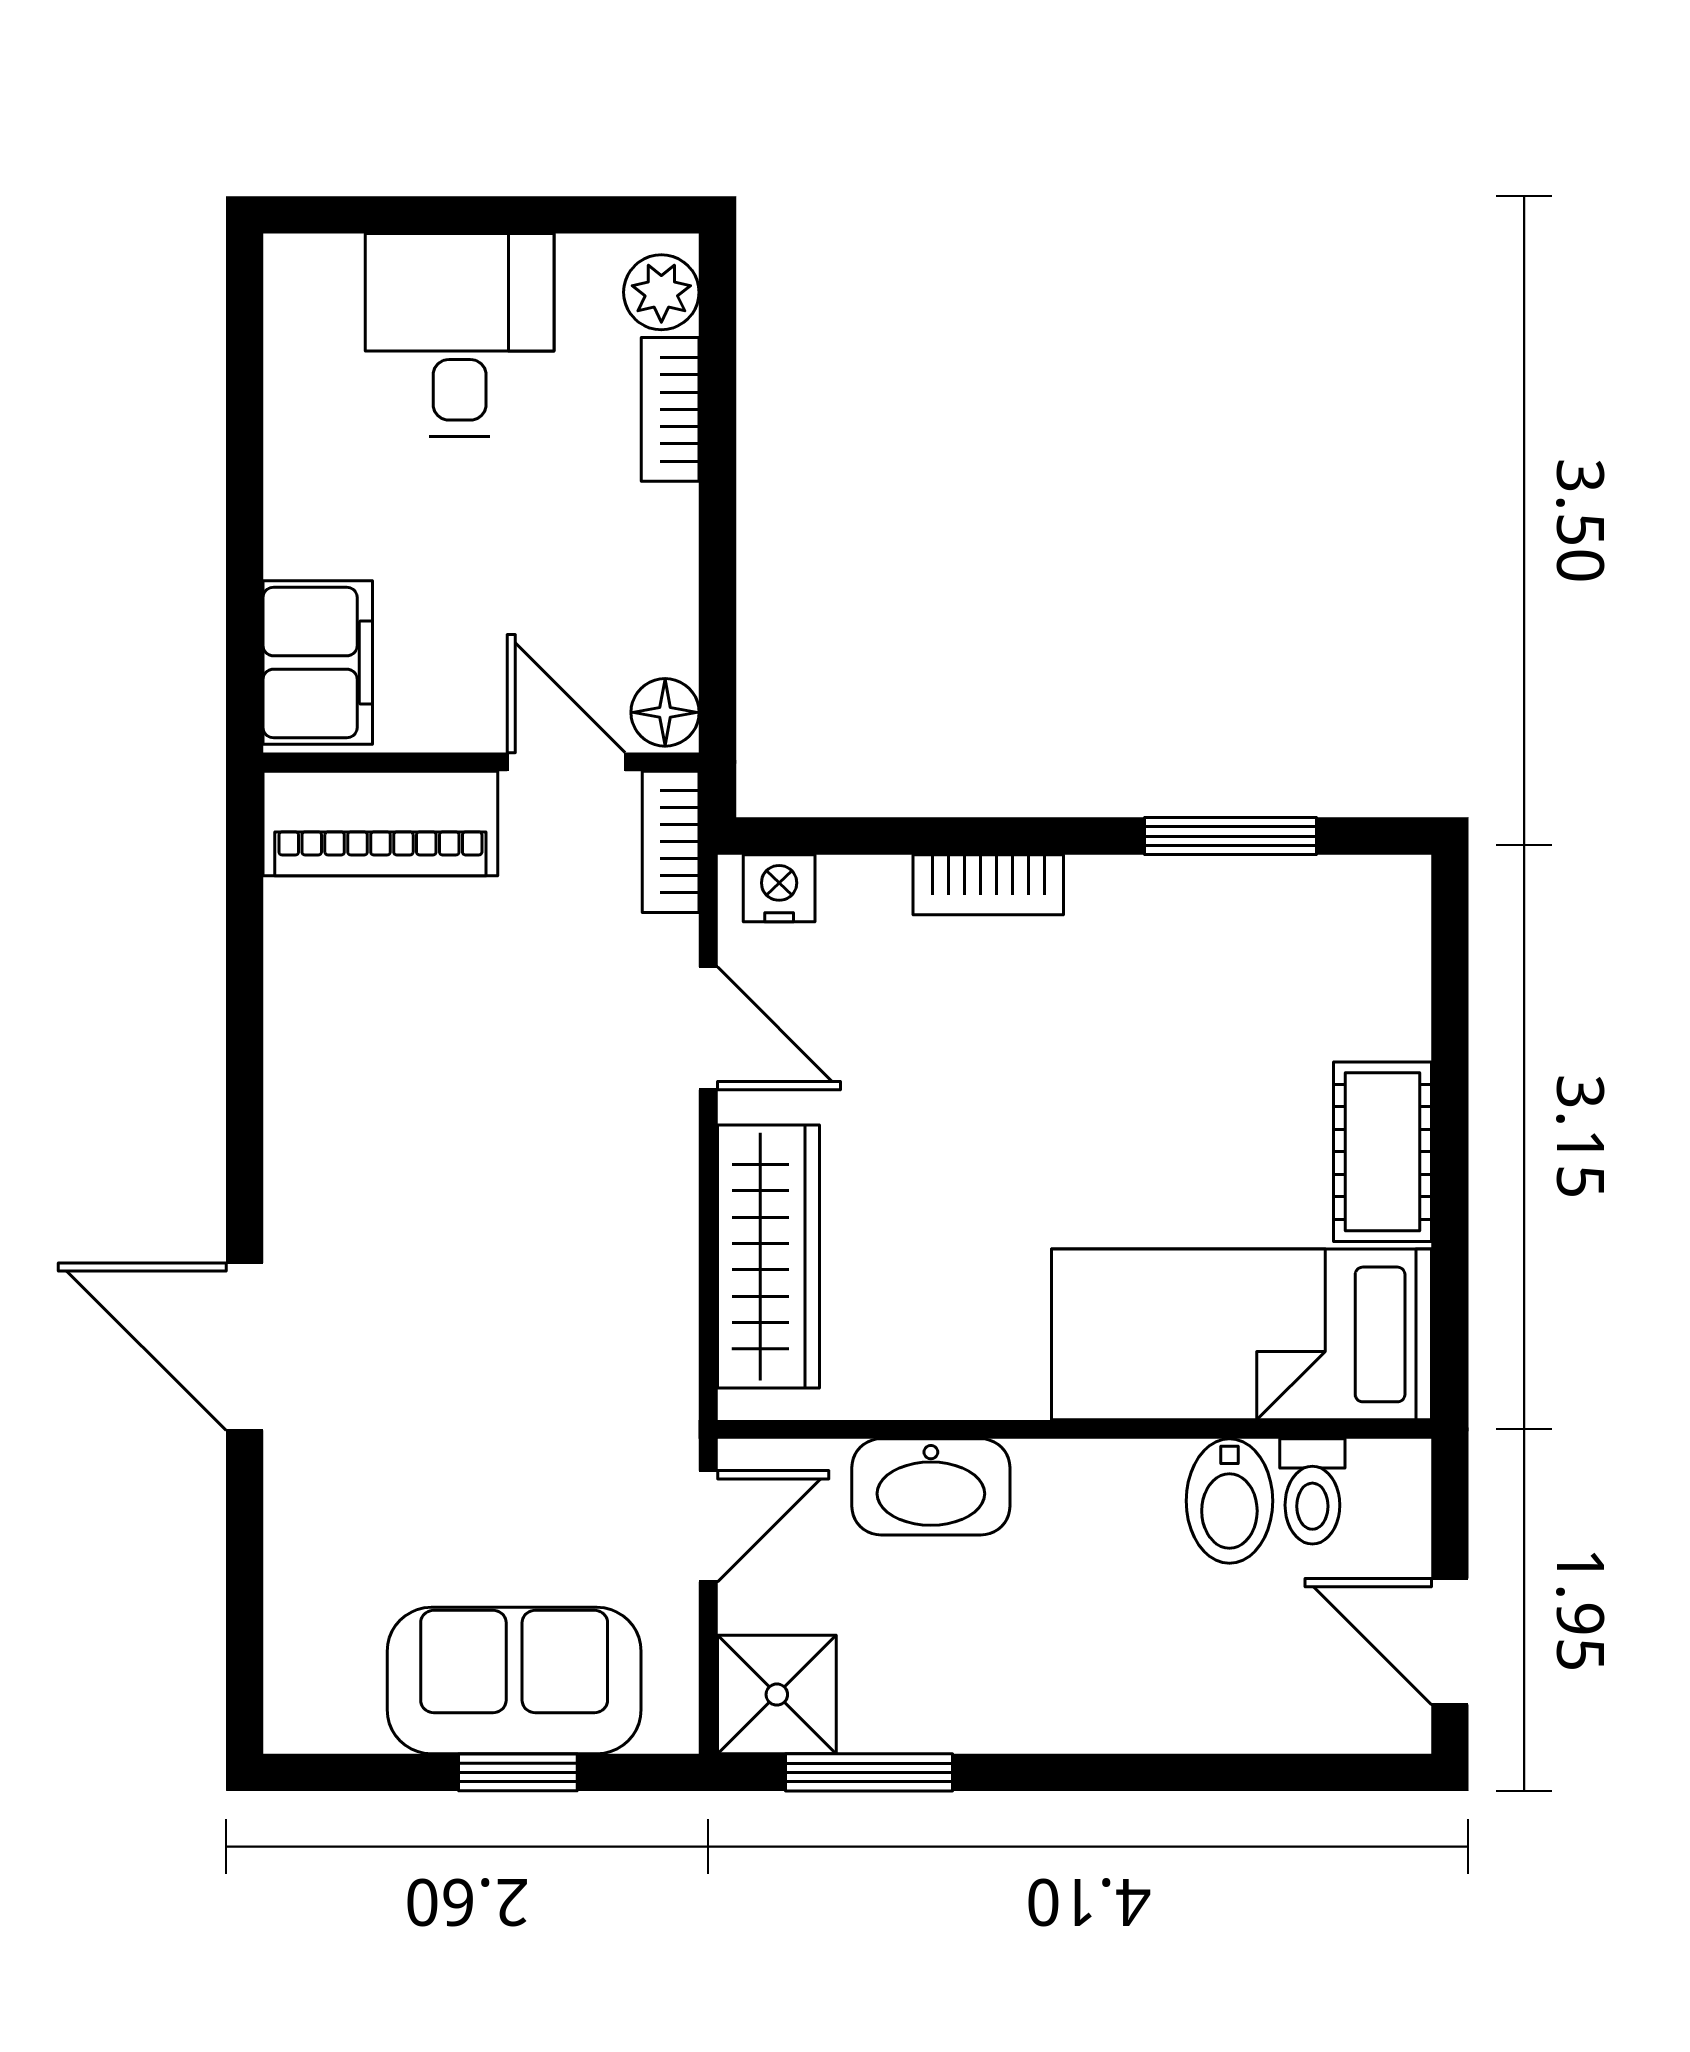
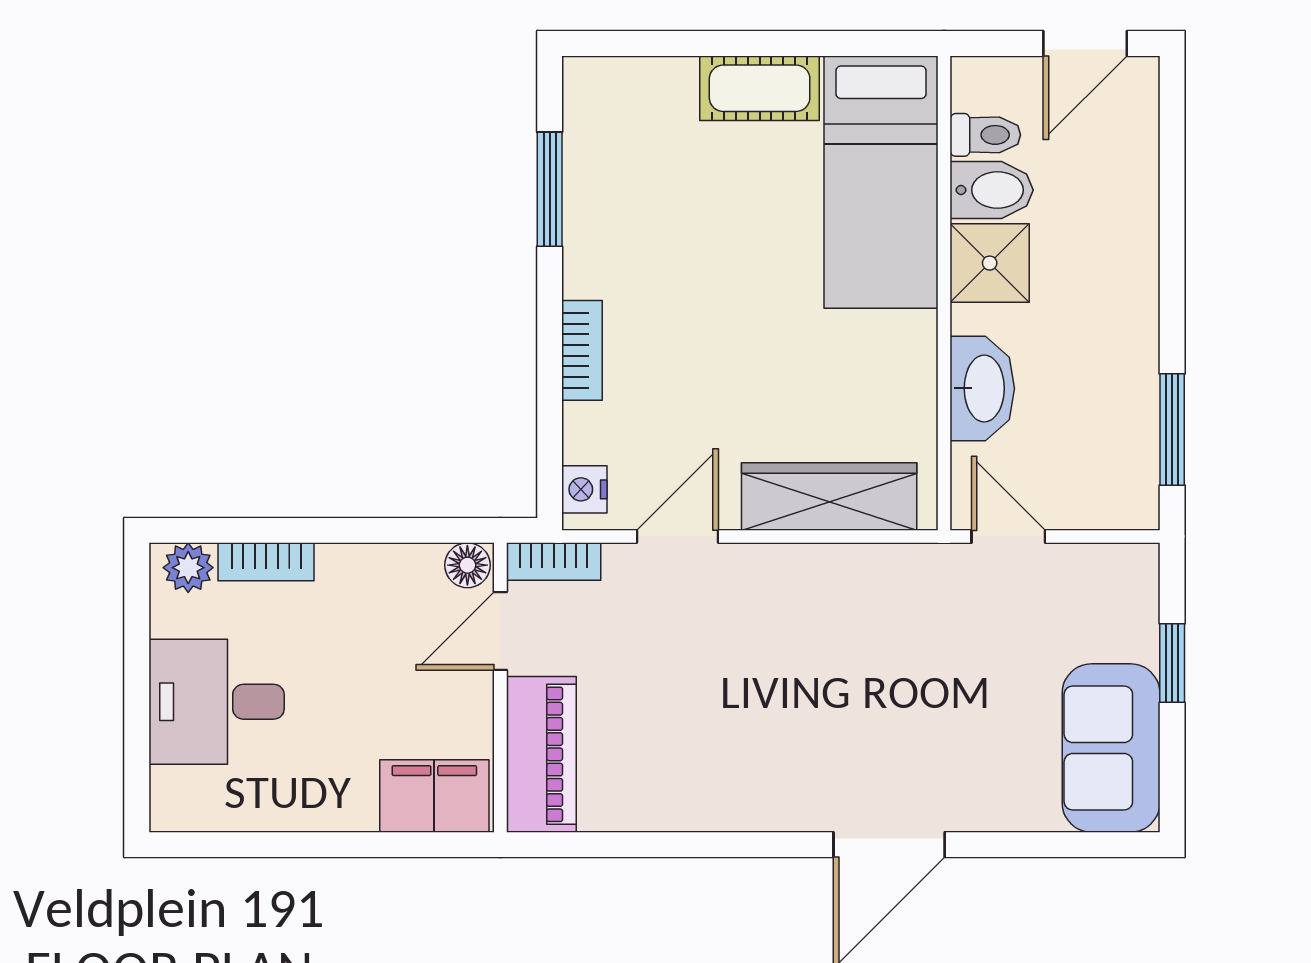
sofa: (514, 1681) -> (1111, 748), moved
shower: (777, 1695) -> (990, 263), moved

